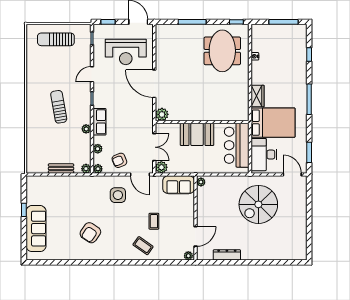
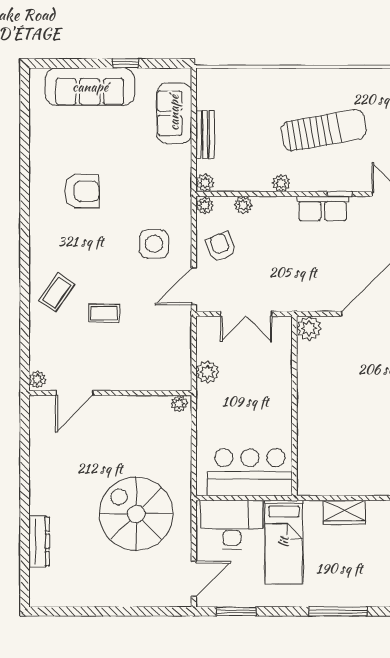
sun lounger: (59, 107) -> (324, 130), width x1.36, depth x1.34
row of seats: (99, 122) -> (323, 209), moved
bed: (273, 123) -> (284, 542), width x0.67
booth: (197, 134) -> (271, 396), removed
plant: (161, 167) -> (207, 372), moved
sofa: (179, 185) -> (174, 113), moved
armchair: (90, 233) -> (82, 191), turned 146
door: (195, 236) -> (74, 393), hinge flipped
dresser: (227, 255) -> (39, 541), moved

